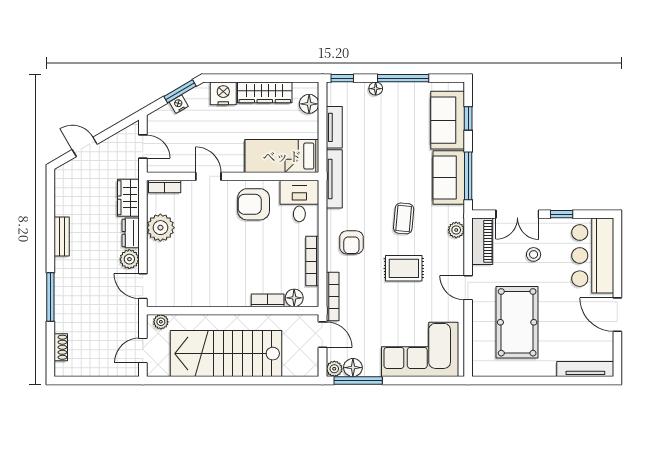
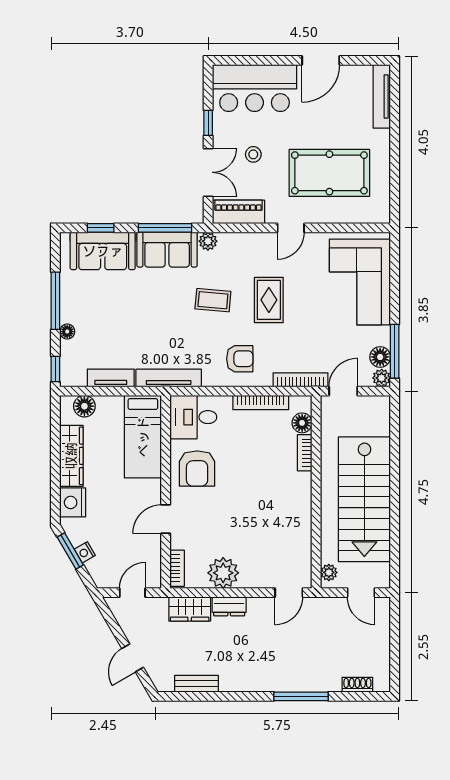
plant: (456, 230) -> (208, 241), moved
bench: (62, 237) -> (197, 684), moved
plant: (129, 259) -> (259, 608), removed

